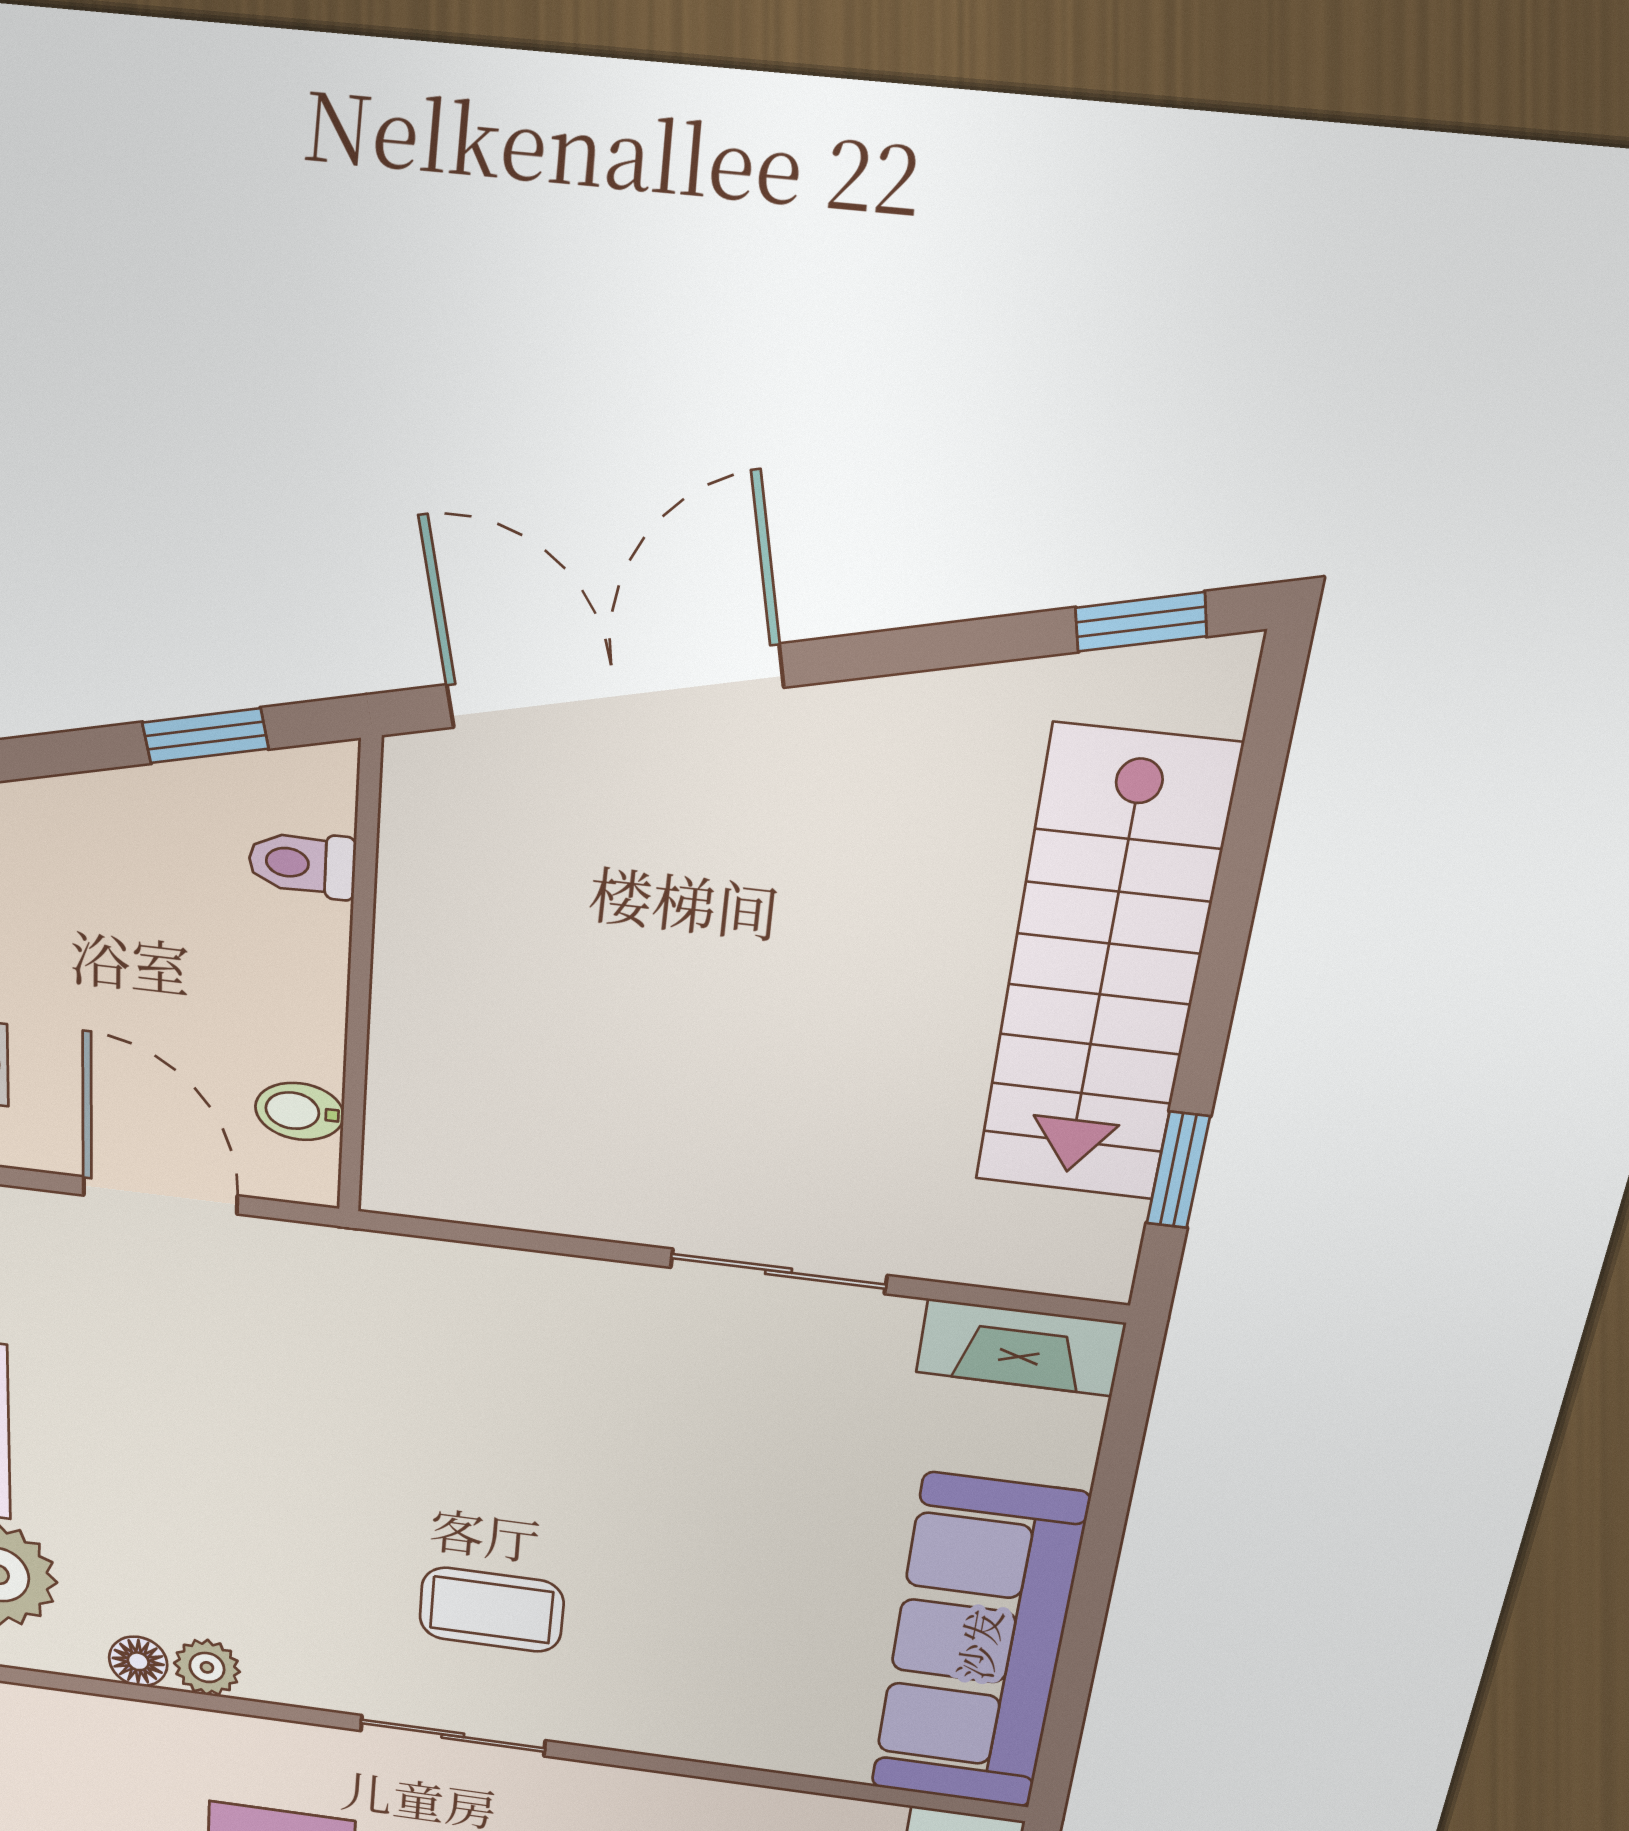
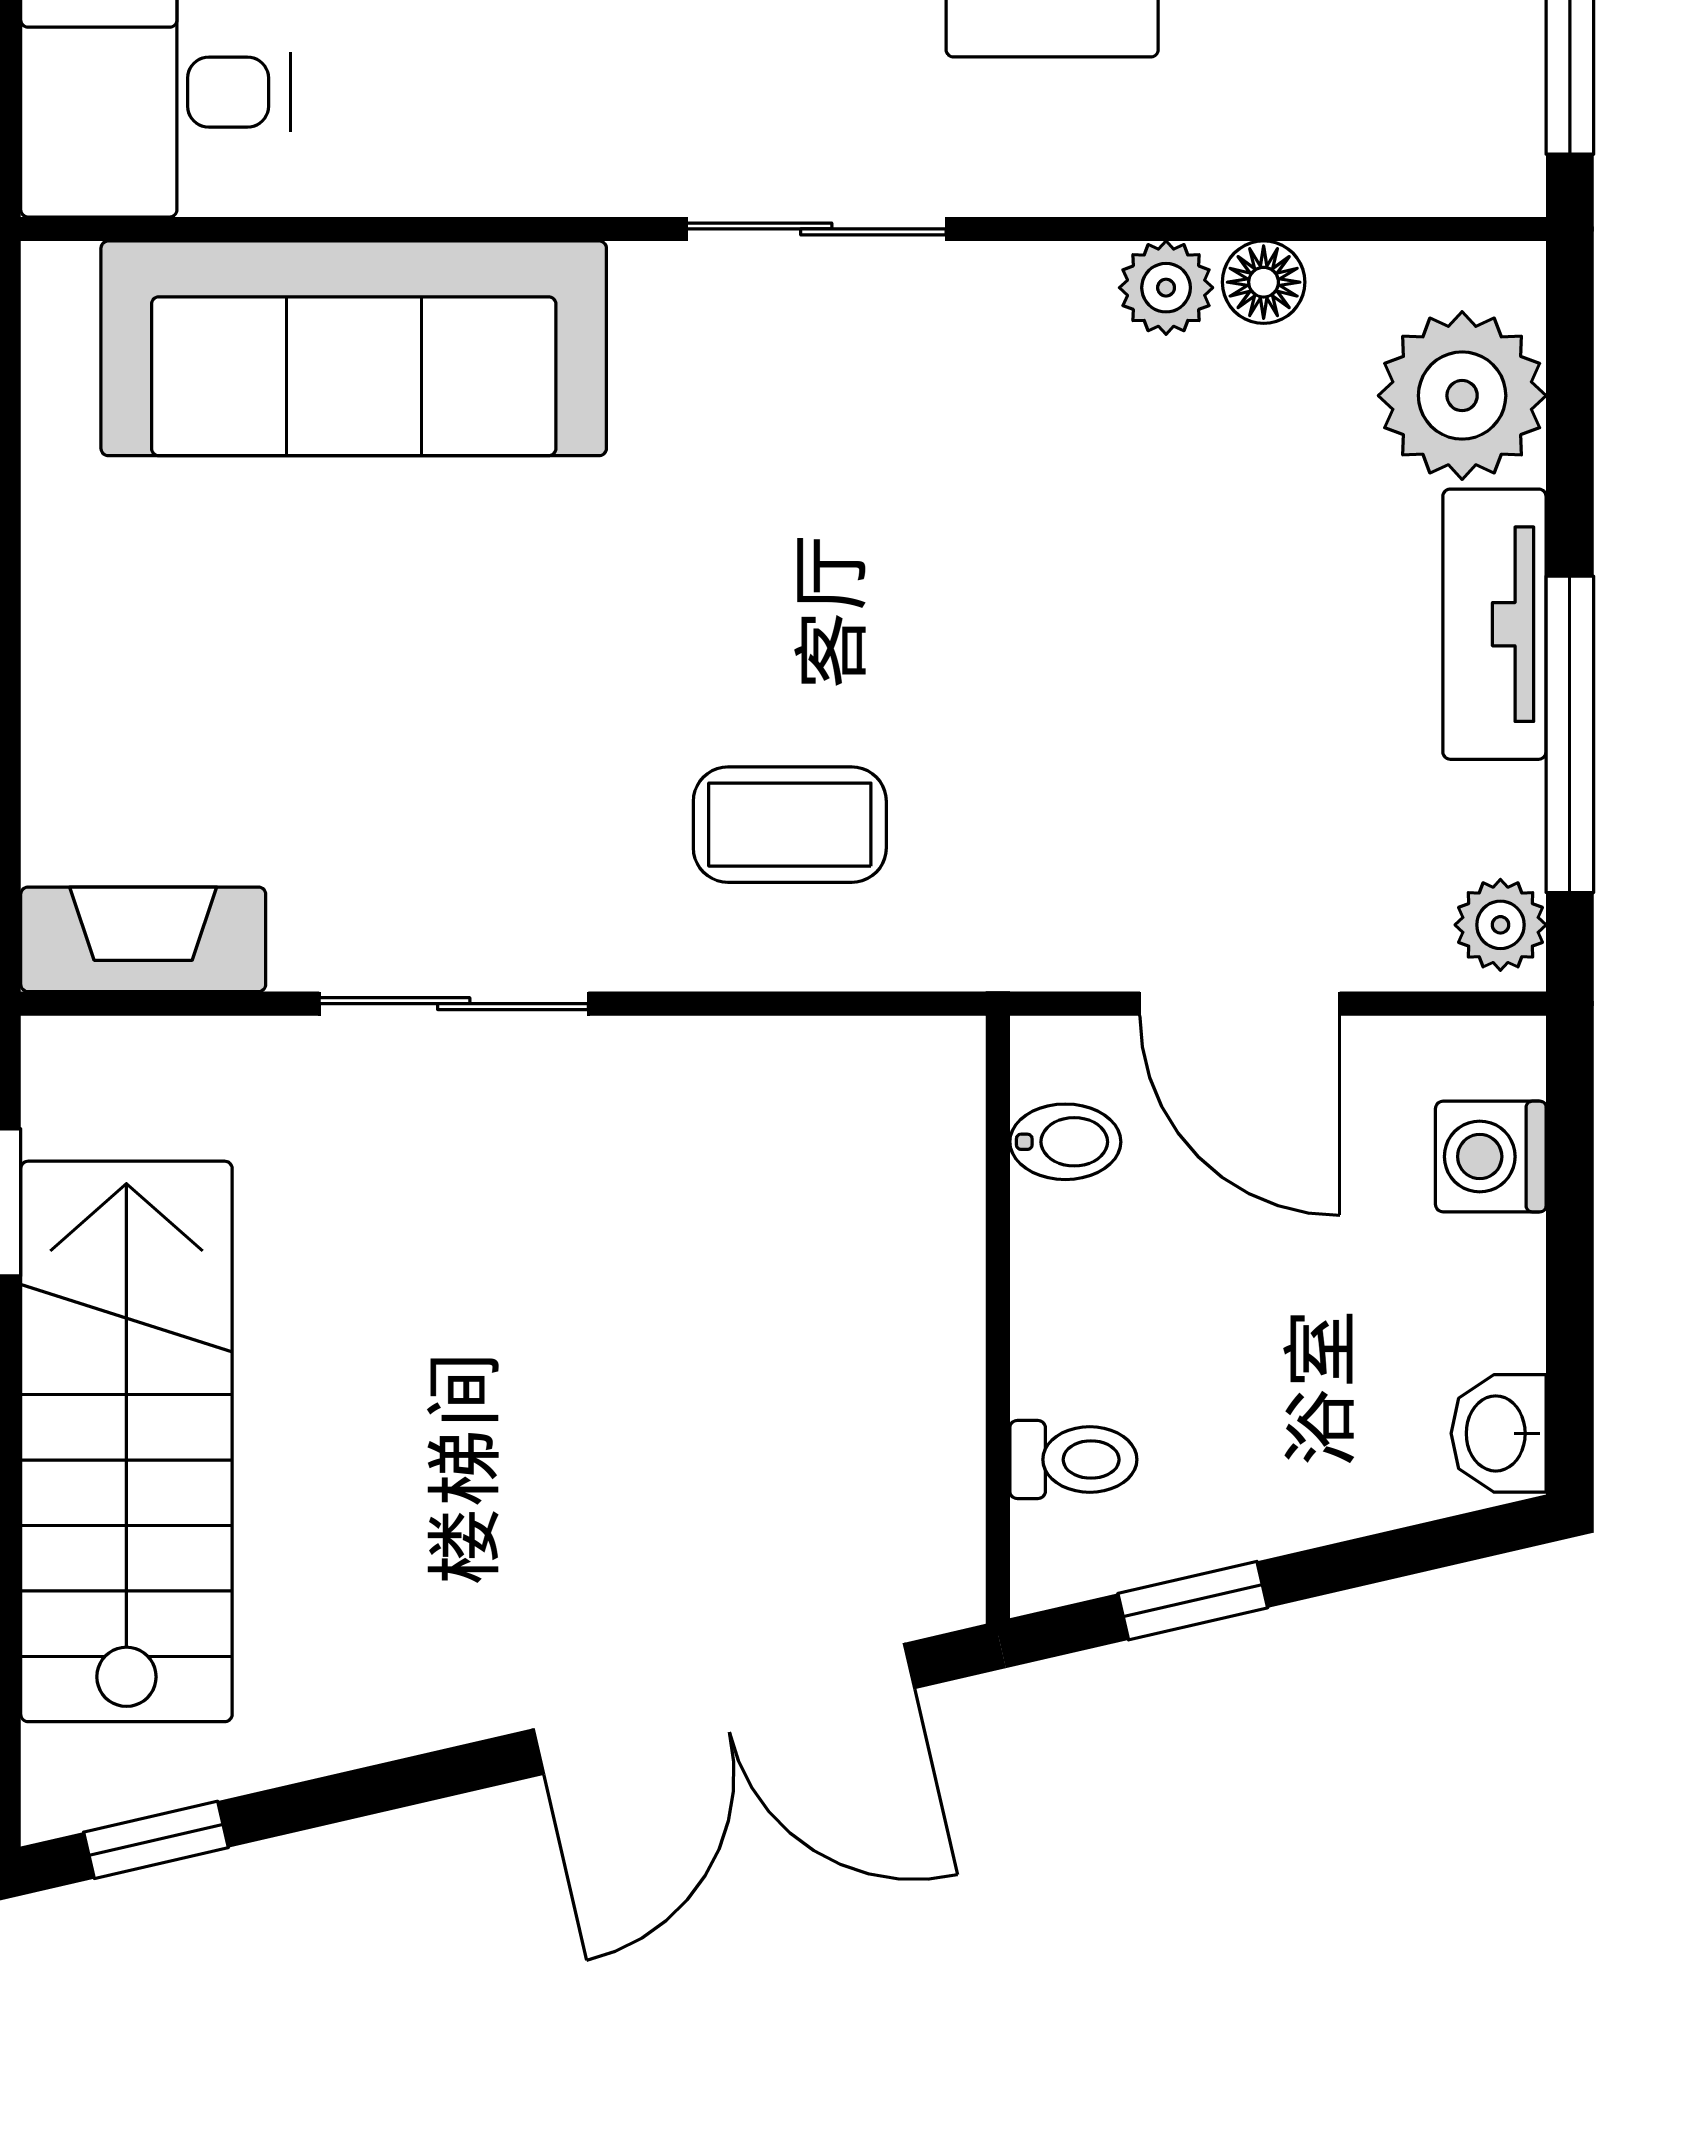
coffee table: (491, 1610) -> (790, 825), moved
sofa: (978, 1644) -> (354, 348), moved, turned 90

